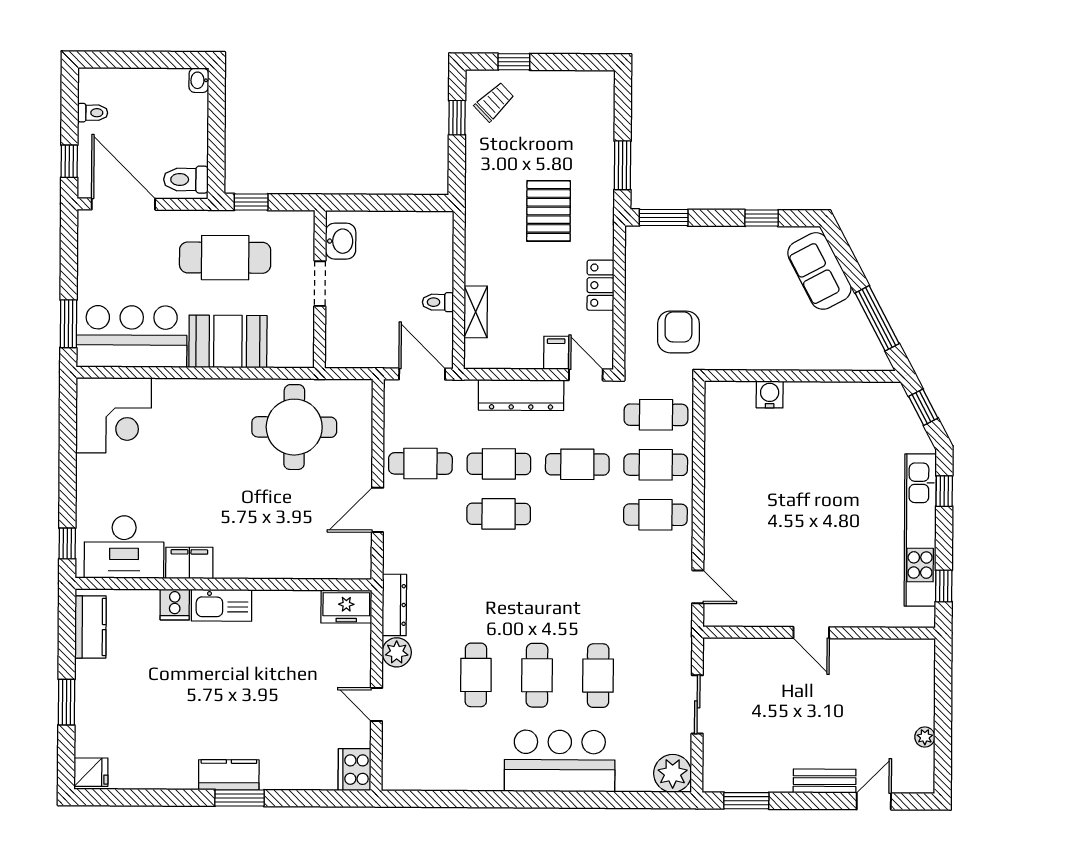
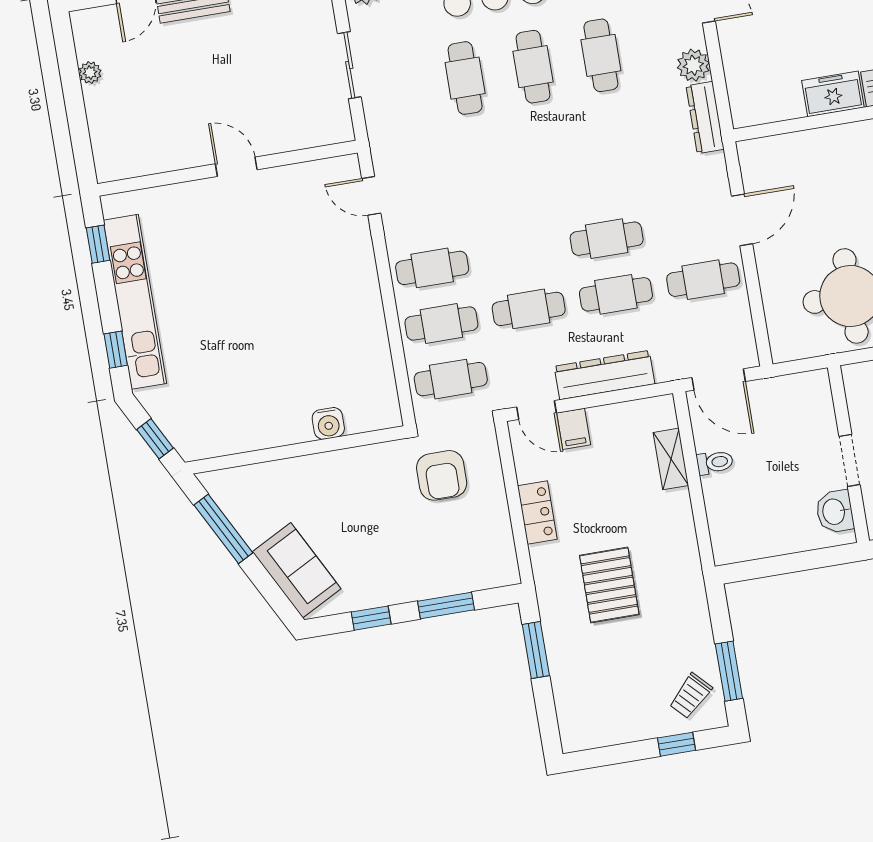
window: (457, 118) -> (729, 671), width x1.50
window: (664, 218) -> (446, 605), moved
freezer: (346, 607) -> (833, 94), moved

